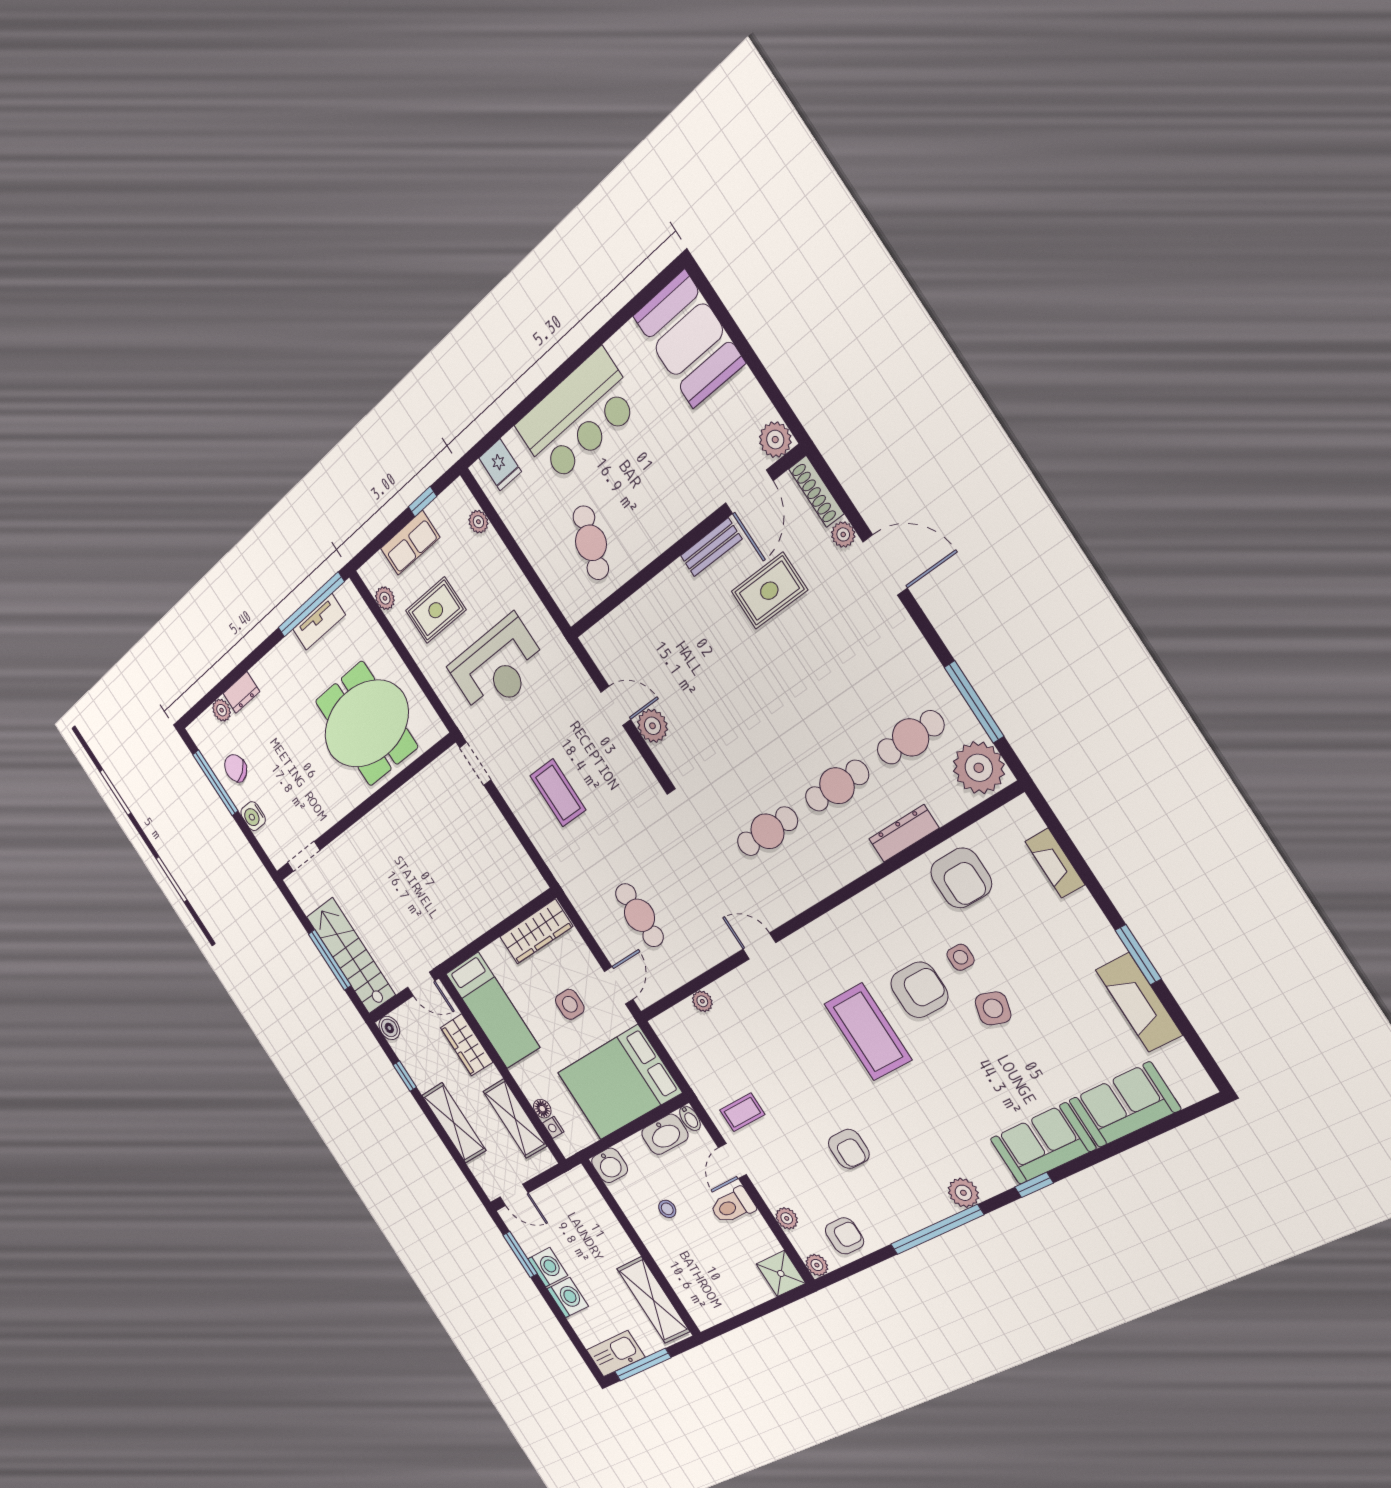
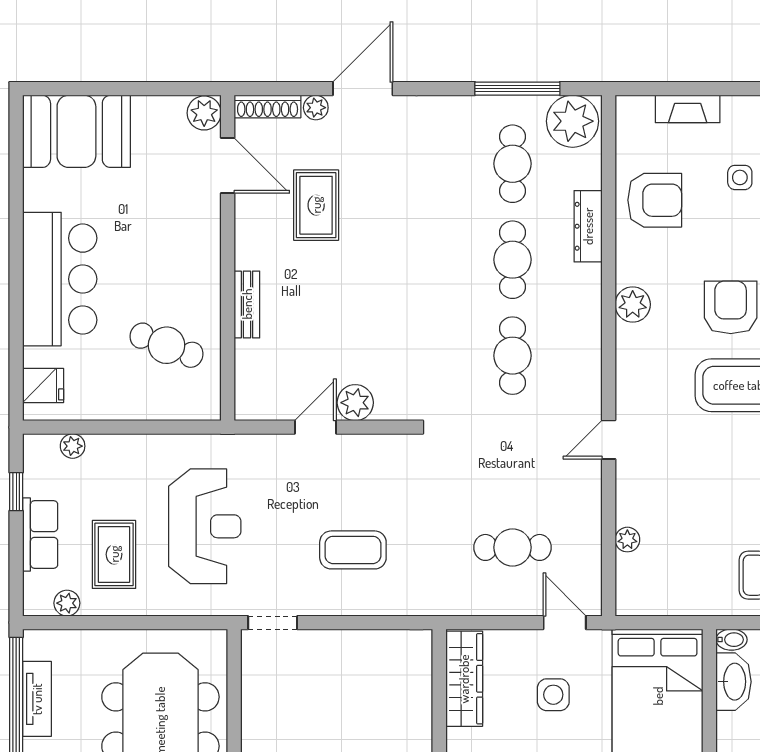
bench: (711, 547) -> (247, 304), moved
plant: (869, 907) -> (633, 304), added
side table: (961, 957) -> (740, 177), moved

